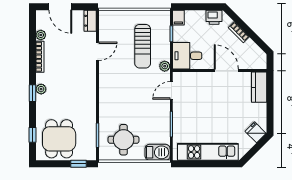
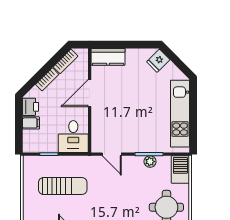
filing cabinet: (178, 18) -> (31, 123), moved
bookcase: (255, 49) -> (66, 61), added
plant: (165, 66) -> (150, 162), moved

